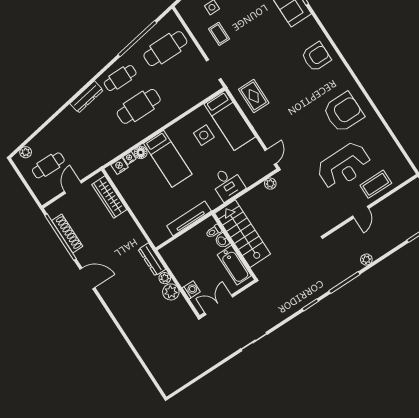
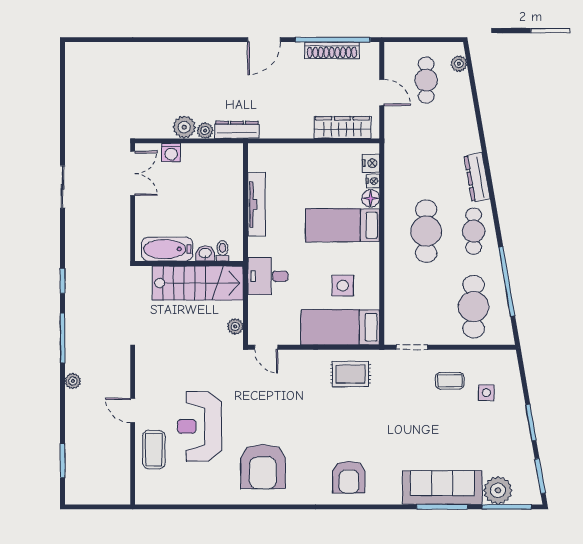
toilet: (214, 231) -> (222, 251), moved
stairs: (243, 234) -> (198, 283), moved
washbasin: (222, 241) -> (205, 254), moved
wall: (234, 246) -> (189, 264), moved
bathtub: (234, 265) -> (167, 249), moved

